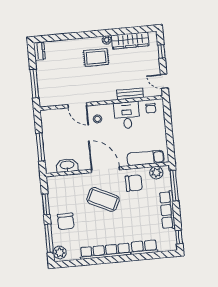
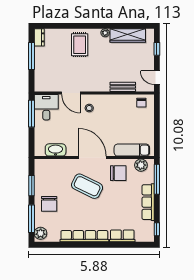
rug: (96, 58) -> (80, 45), moved, turned 90
window: (34, 84) -> (32, 56), moved
desk: (127, 115) -> (46, 107), moved
window: (40, 147) -> (32, 114), moved

